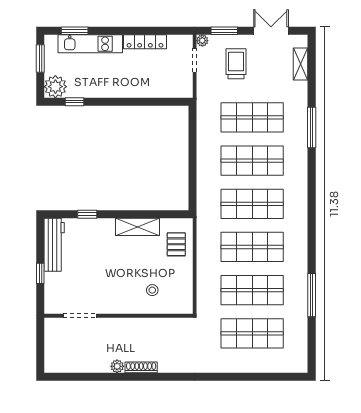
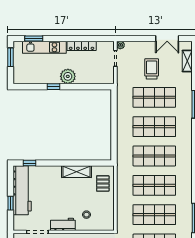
window: (224, 31) -> (135, 38), removed
double door: (271, 31) -> (167, 38), swing flipped
trolley: (236, 64) -> (152, 69), moved
plant: (55, 87) -> (68, 76), moved
window: (75, 102) -> (54, 87), moved
window: (87, 214) -> (30, 163), moved
workbench: (54, 245) -> (22, 190), width x1.36, depth x1.32
workbench: (118, 304) -> (63, 224), added

